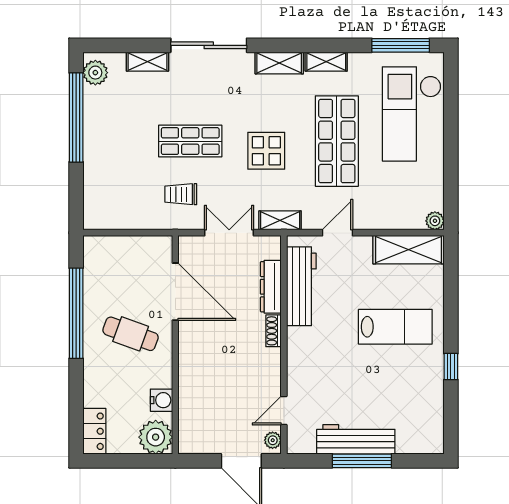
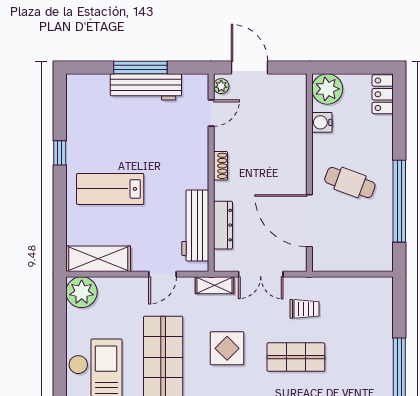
plant: (435, 221) -> (82, 292), width x1.88, depth x1.88
shoe rack: (273, 331) -> (220, 166), moved

